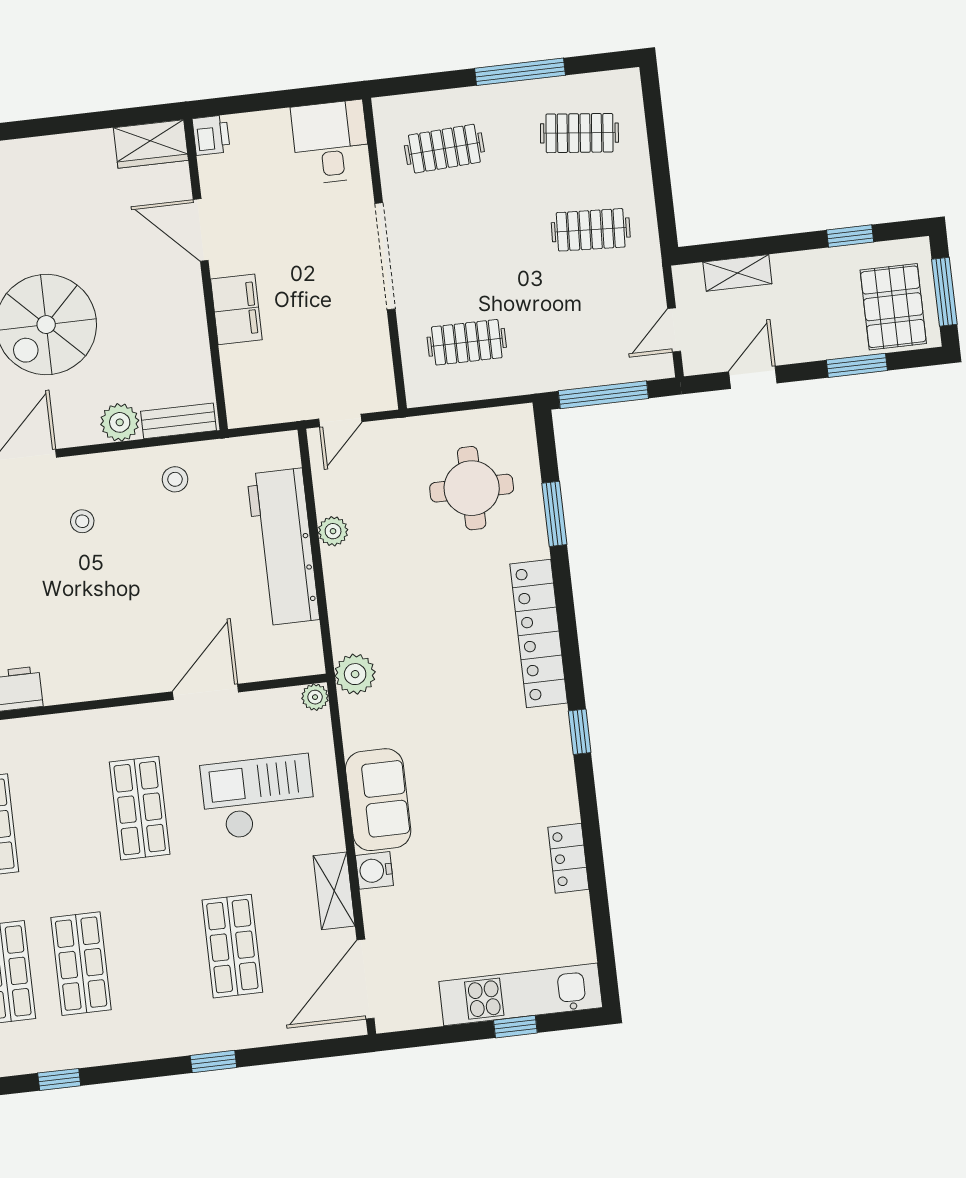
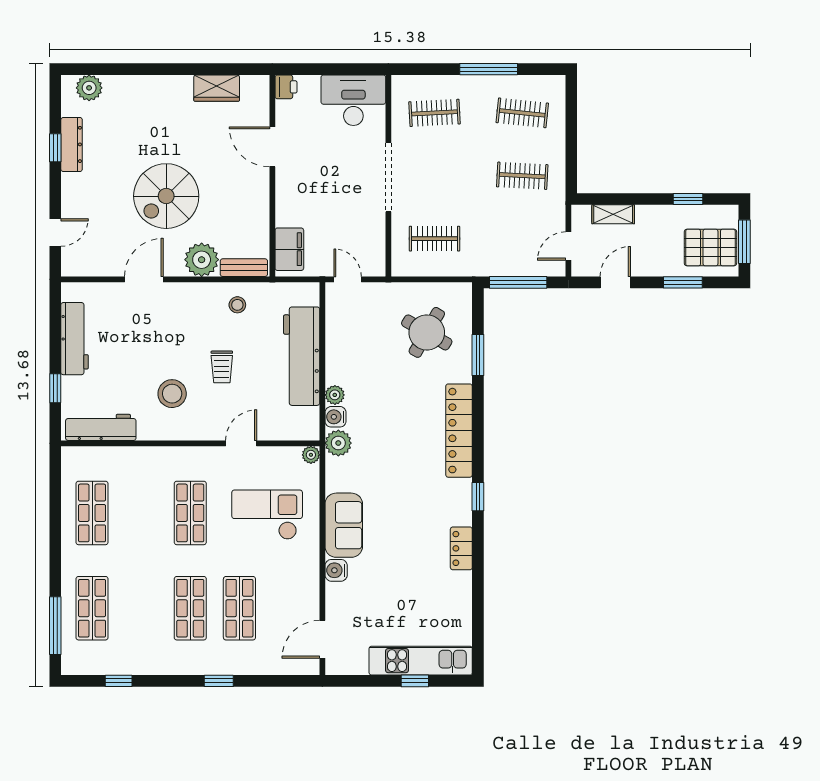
desk: (331, 142) -> (353, 100), width x1.37
wardrobe: (151, 144) -> (217, 88), moved
pallet: (893, 307) -> (710, 248), turned 90
filing cabinet: (236, 309) -> (289, 249), moved
door: (340, 420) -> (348, 279), swing flipped
plant: (120, 422) -> (202, 260), width x1.36, depth x1.36
round table: (472, 488) -> (427, 332), turned 30
stool: (82, 521) -> (172, 394), moved, width x1.89, depth x1.89
plant: (333, 531) -> (335, 395), moved
trolley: (162, 578) -> (222, 367), added
water cooler: (346, 634) -> (336, 417), added
door: (206, 692) -> (241, 443), width x0.73
locker: (568, 858) -> (461, 548), moved
shelving: (334, 891) -> (309, 580), removed
shop shelf: (81, 964) -> (190, 608), moved
door: (366, 979) -> (322, 639), width x0.73

